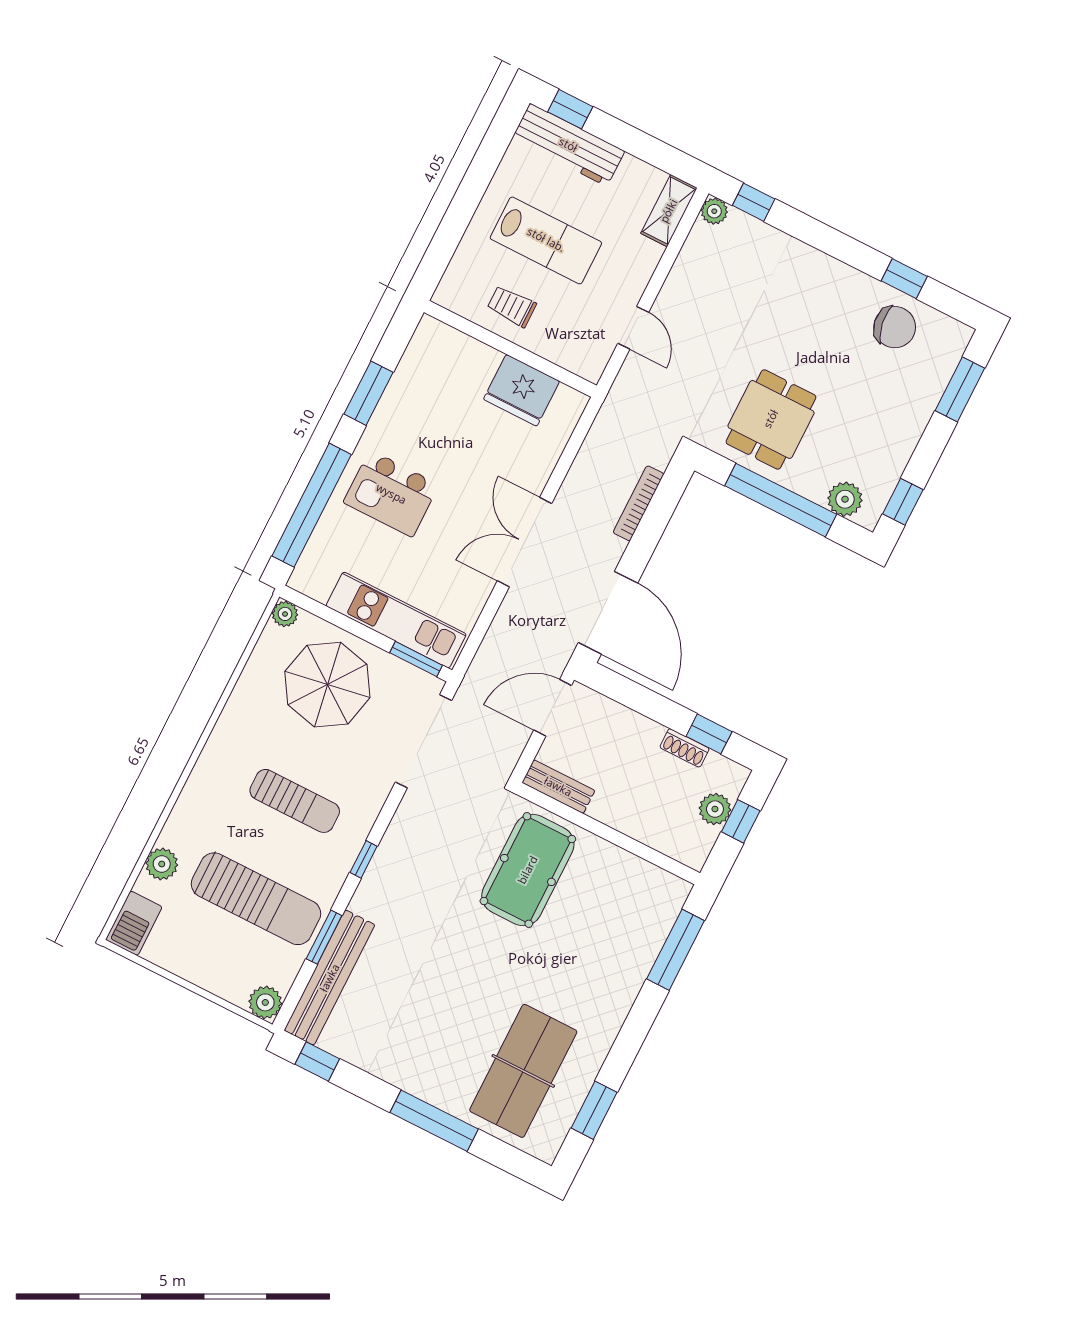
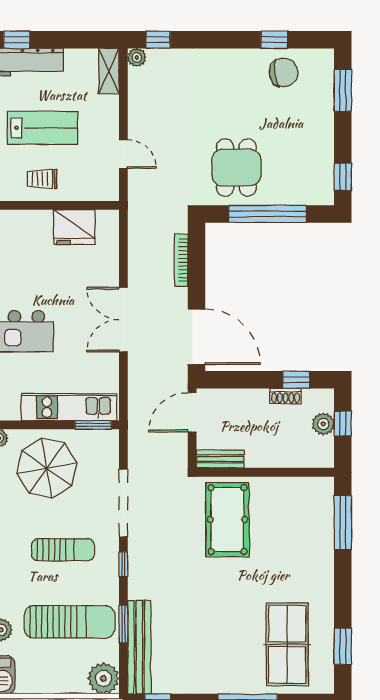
plant: (845, 499) -> (307, 193), removed
doorway: (423, 741) -> (123, 503), moved
plant: (265, 1002) -> (103, 678), width x1.36, depth x1.36

